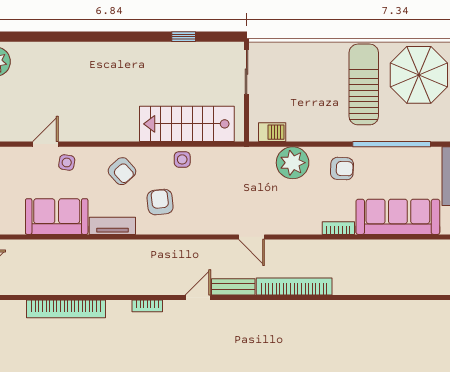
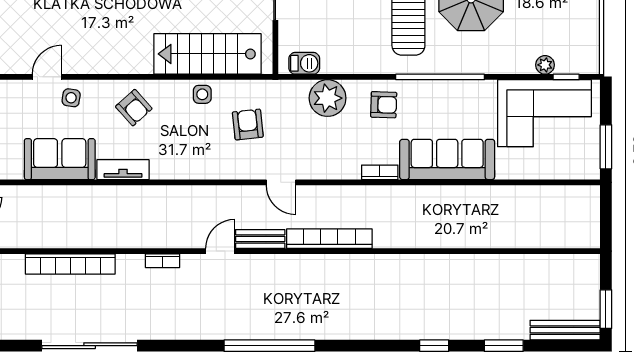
armchair: (160, 202) -> (248, 124), moved

